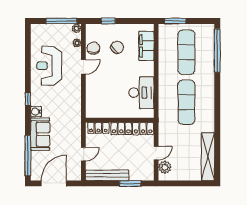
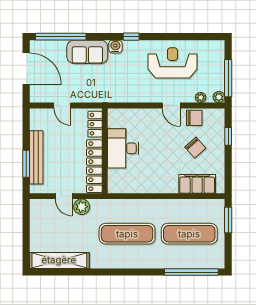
desk: (141, 93) -> (123, 148), moved, turned 90
plant: (165, 167) -> (82, 207), moved
bench: (107, 175) -> (36, 157), moved

